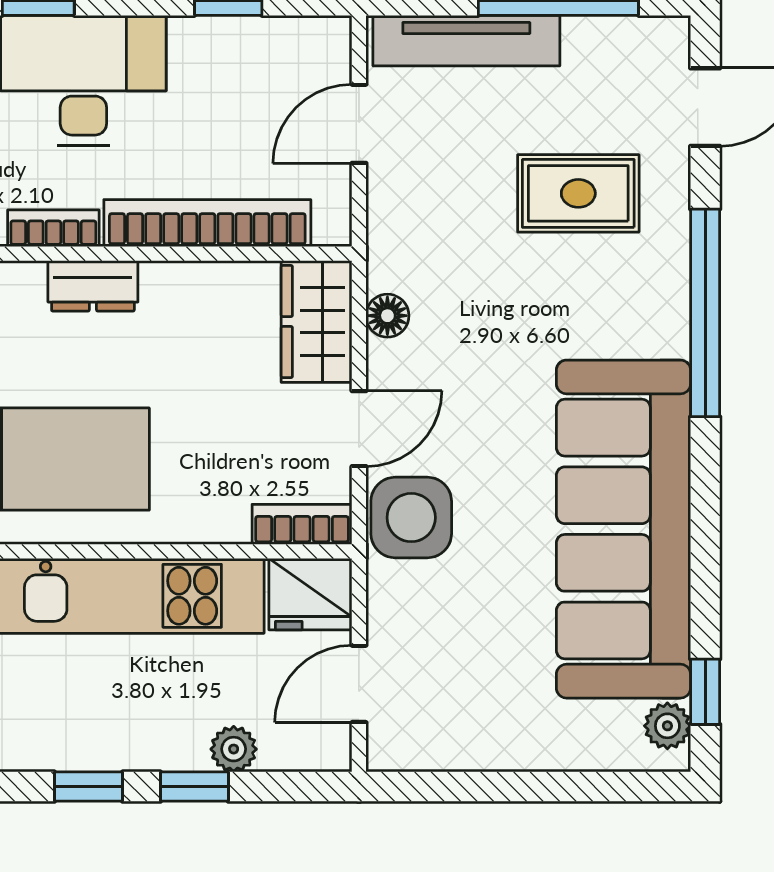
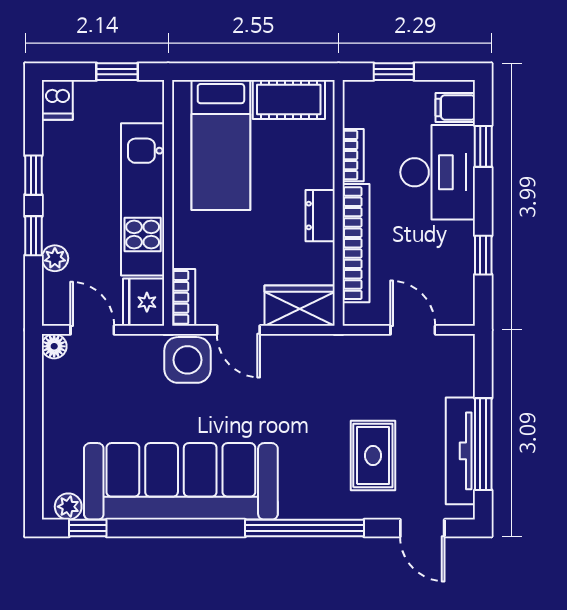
tv unit: (466, 41) -> (460, 451), moved
dresser: (93, 286) -> (320, 216), moved
floor lamp: (387, 316) -> (54, 346), moved

